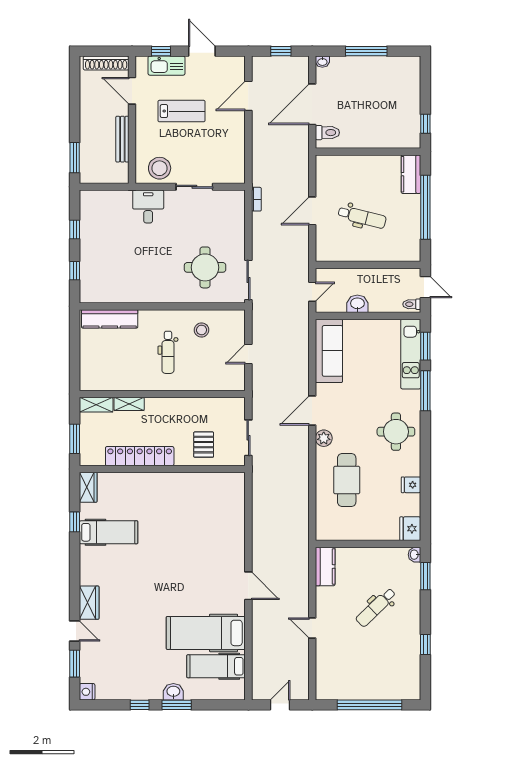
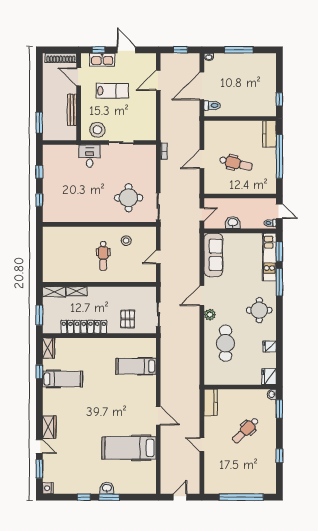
kitchen counter: (110, 319) -> (63, 233), removed
hospital bed: (216, 666) -> (136, 366), moved

